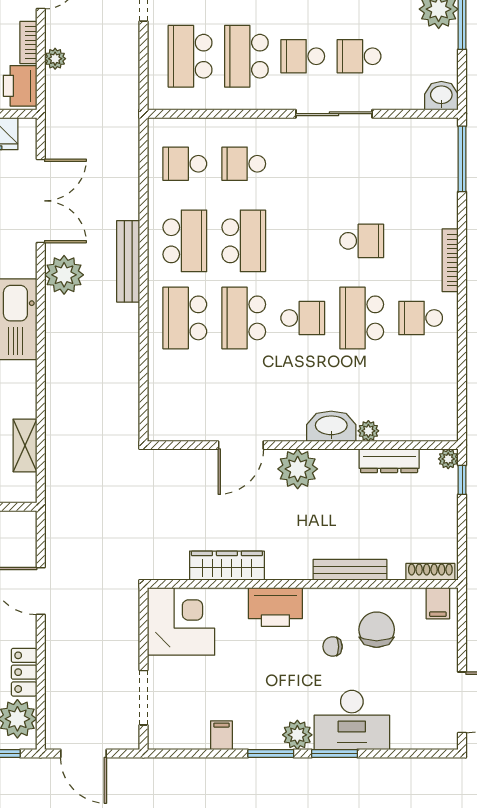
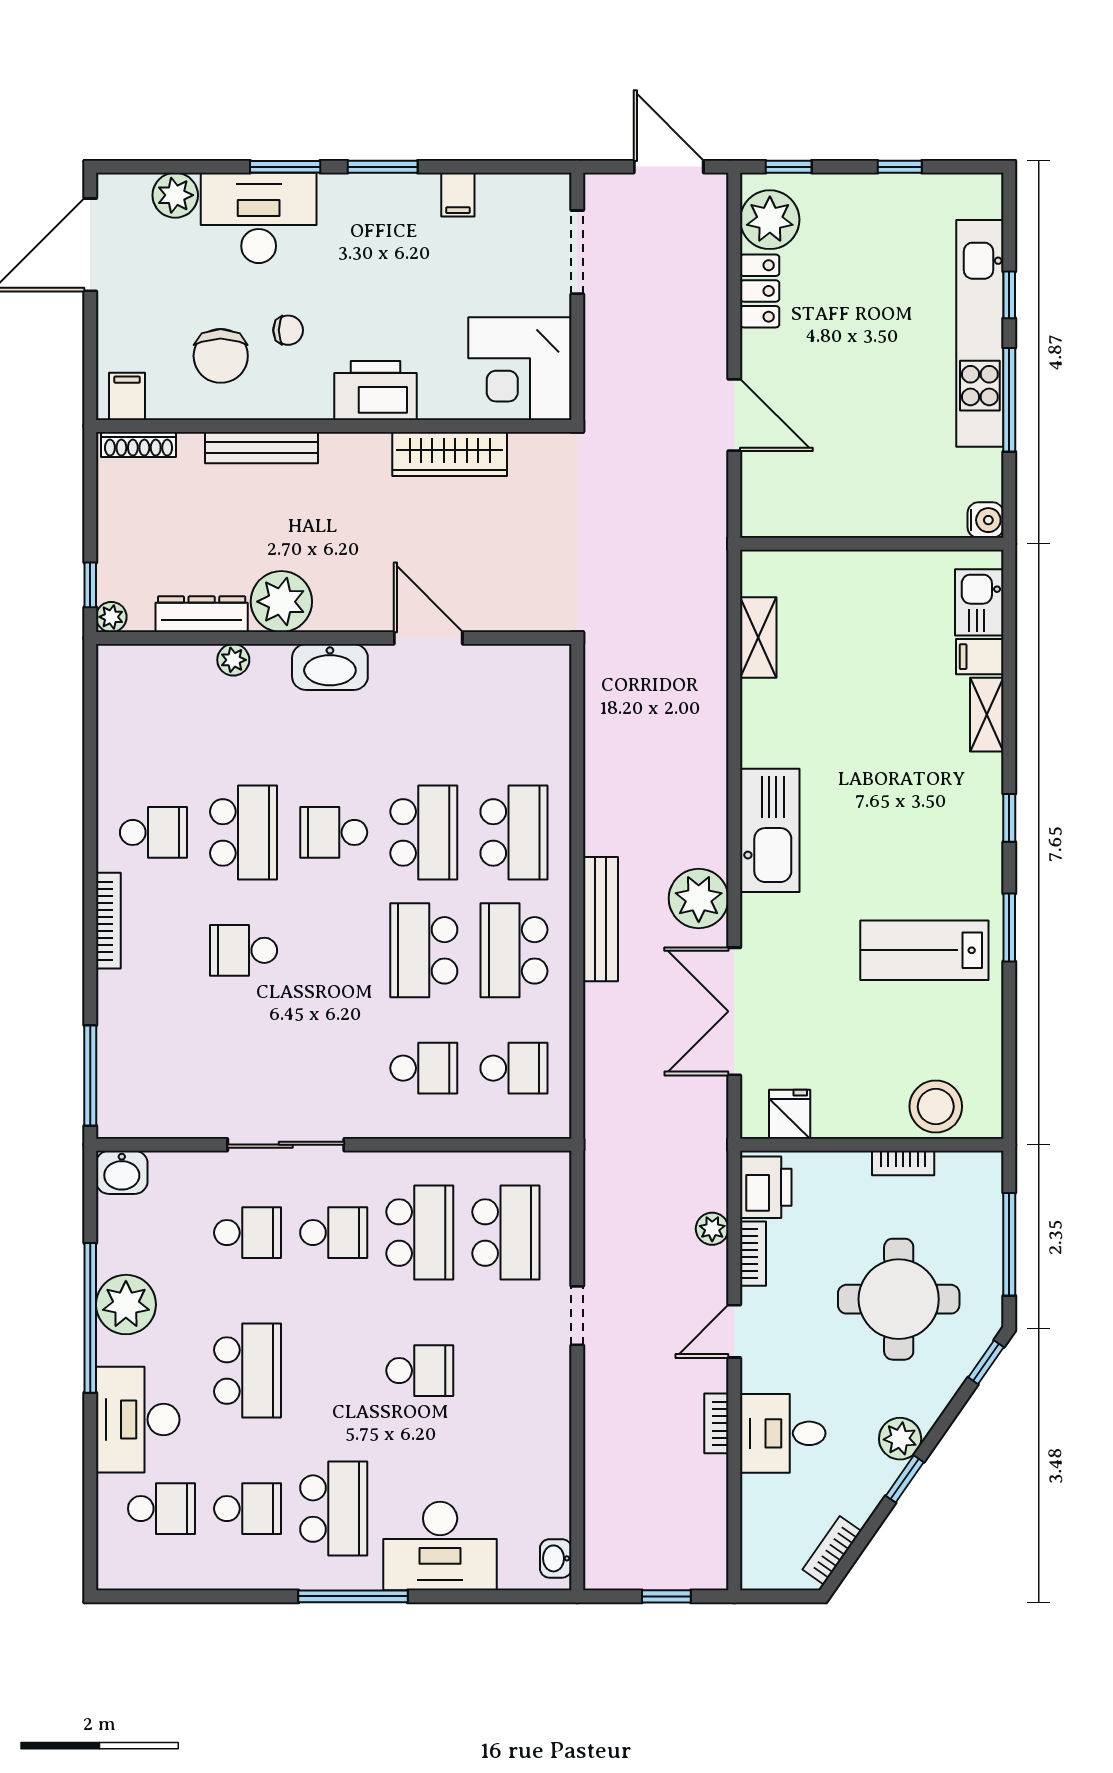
washbasin: (331, 426) -> (330, 667), moved
door: (241, 445) -> (428, 638), hinge flipped
plant: (298, 469) -> (281, 602), moved
plant: (297, 735) -> (175, 195), moved

